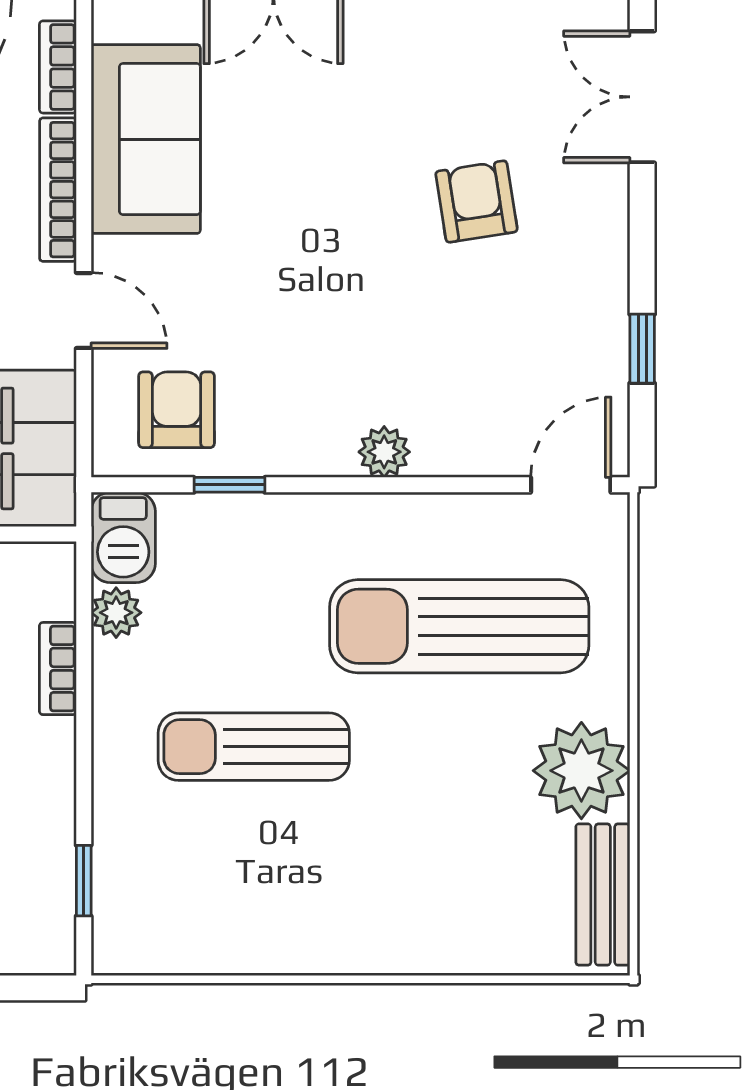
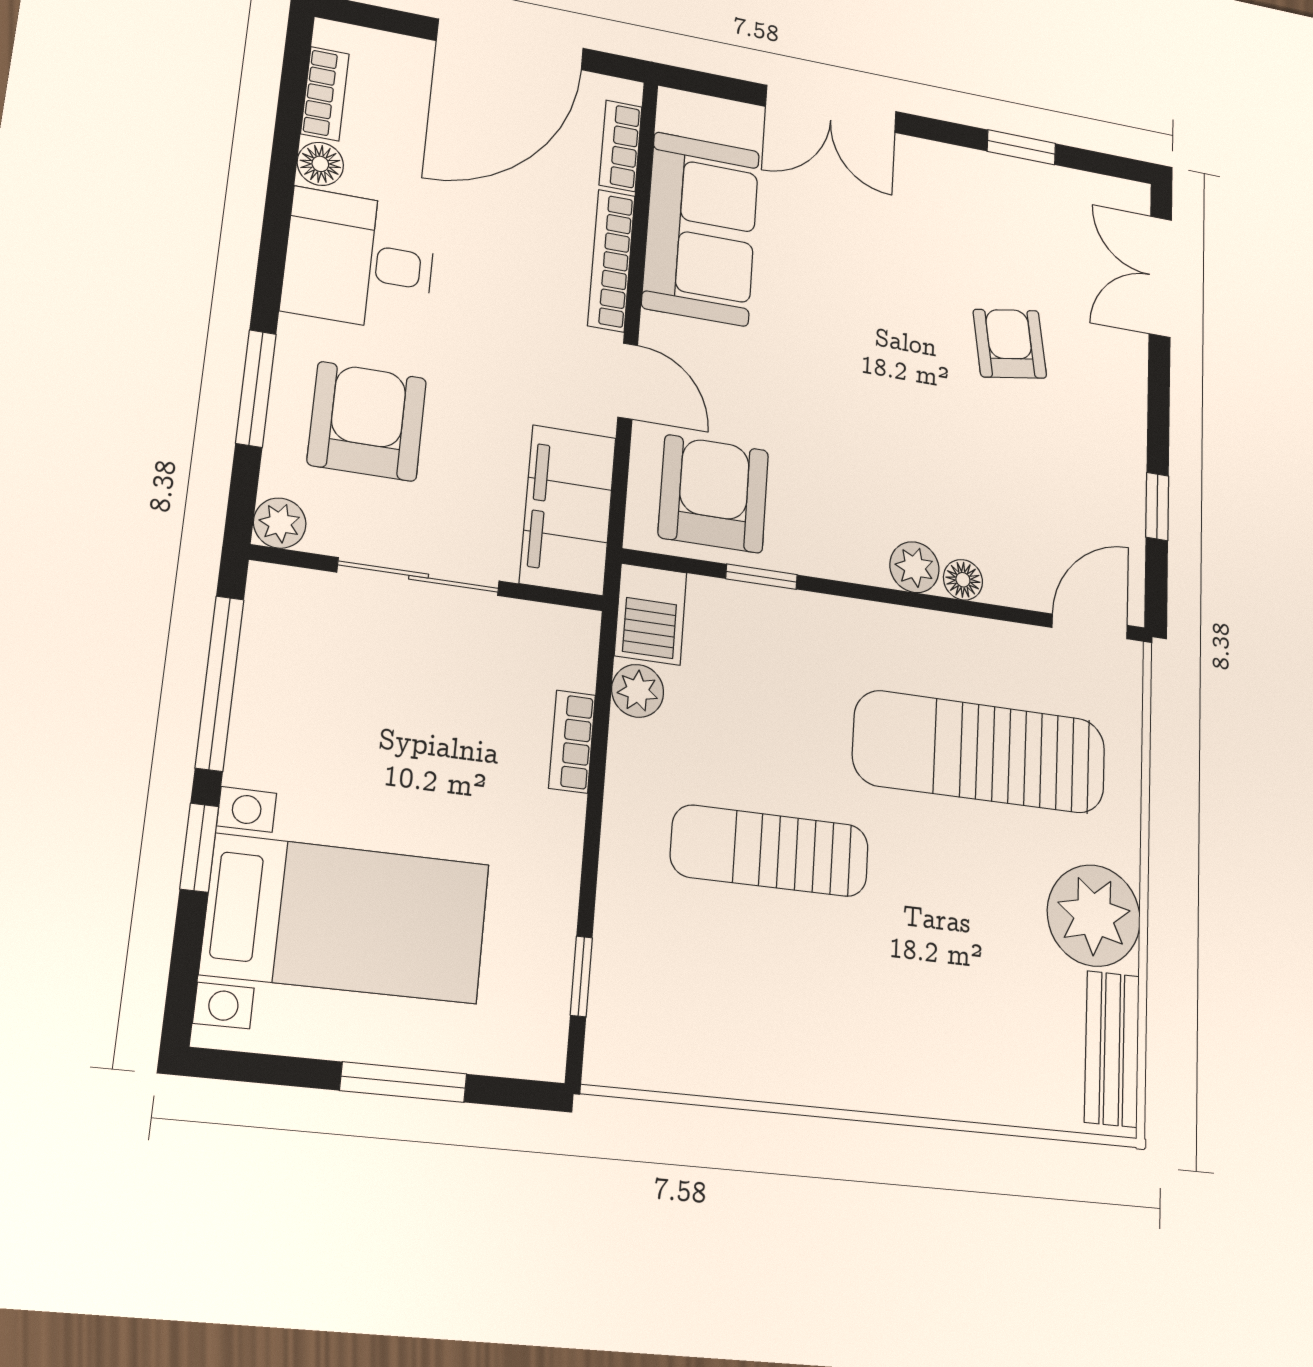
armchair: (177, 410) -> (714, 494), width x1.38, depth x1.38
floor lamp: (435, 457) -> (963, 580), added

